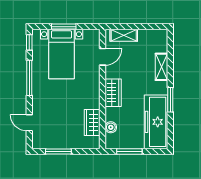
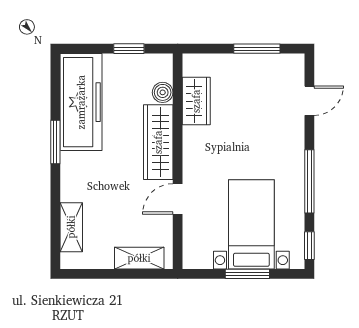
door: (102, 57) -> (178, 199), moved
shelving: (161, 67) -> (71, 227), moved
wardrobe: (113, 93) -> (158, 142), width x1.50
door: (29, 123) -> (309, 101), hinge flipped
window: (129, 152) -> (129, 49), width x0.67

